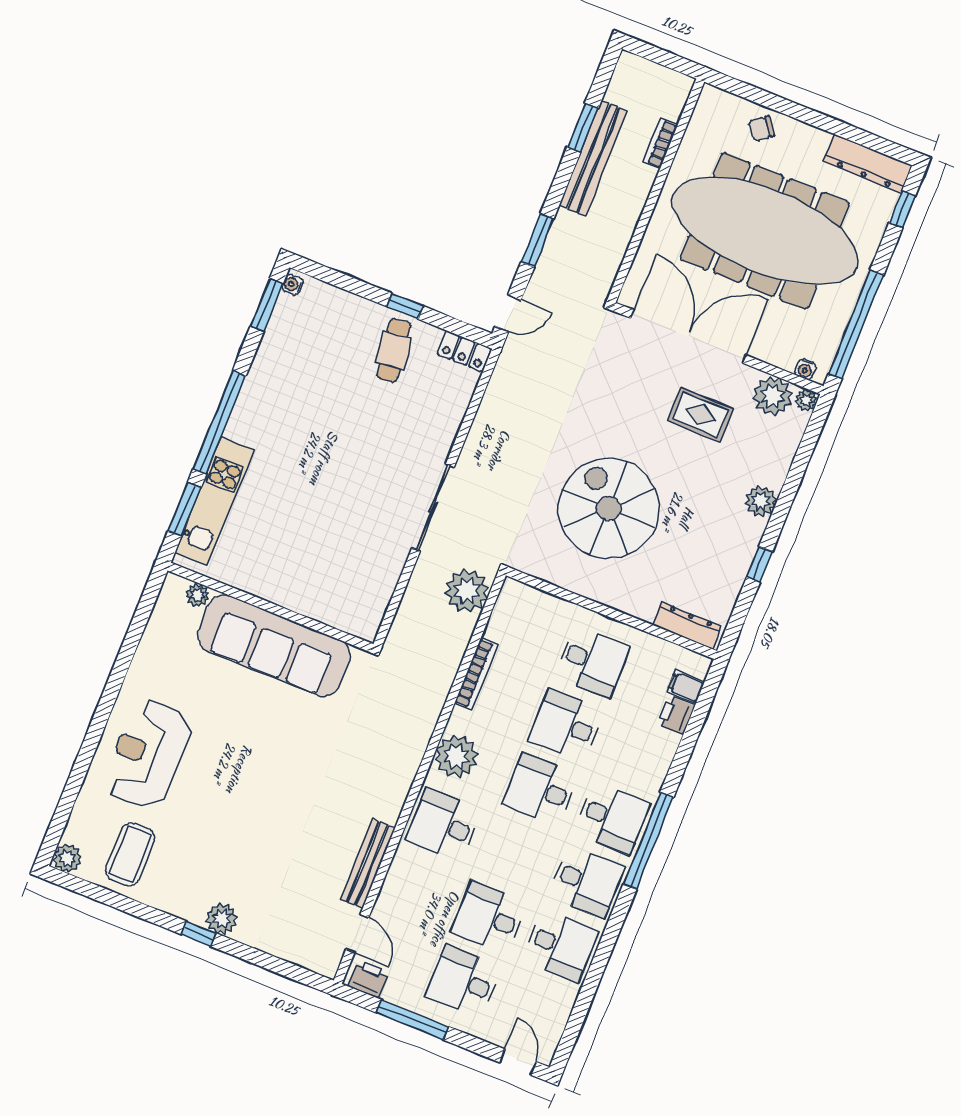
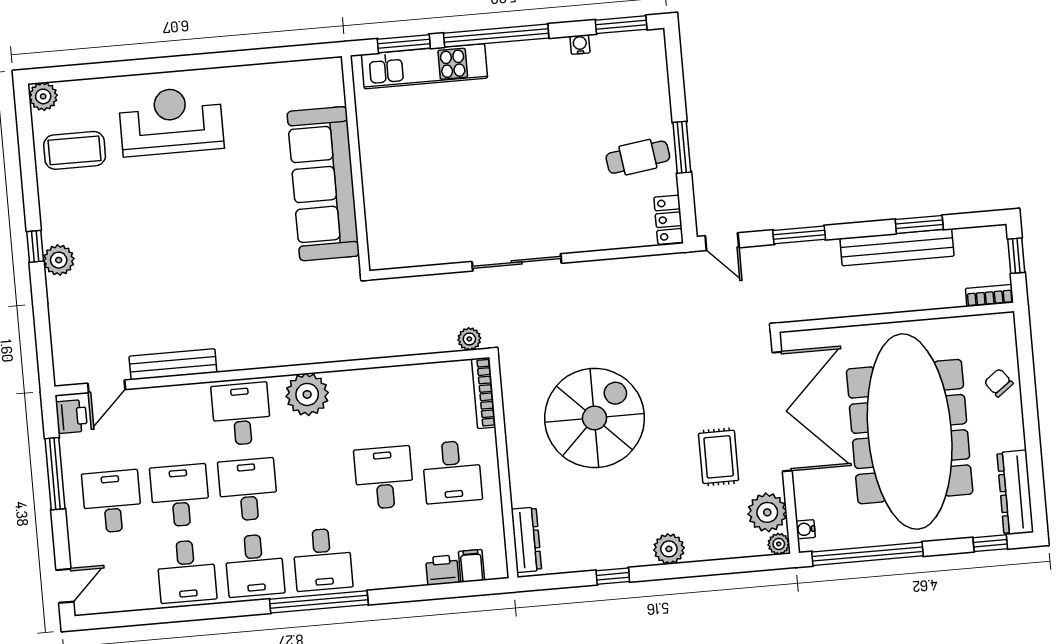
window: (655, 54) -> (1016, 256), added
bookcase: (660, 143) -> (989, 296), moved
water cooler: (292, 285) -> (580, 44), moved
window: (405, 306) -> (682, 147), width x1.50
plant: (467, 591) -> (469, 339), width x0.53, depth x0.53
plant: (197, 595) -> (334, 93), removed
bookcase: (476, 674) -> (484, 393), moved, turned 90
desk: (541, 789) -> (248, 490), moved

